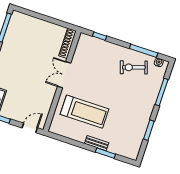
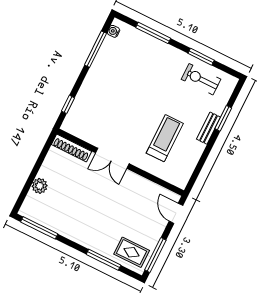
plant: (36, 23) -> (40, 186), added
exercise bike: (134, 67) -> (201, 79), moved, turned 108
treadmill: (85, 112) -> (165, 138), width x0.73, depth x0.73

